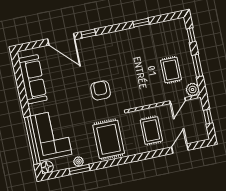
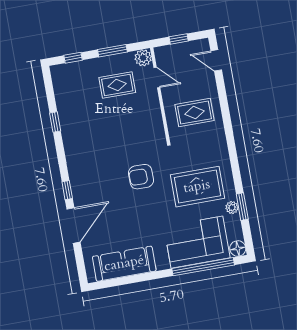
rug: (109, 139) -> (197, 187), moved
door: (180, 149) -> (216, 60), moved

